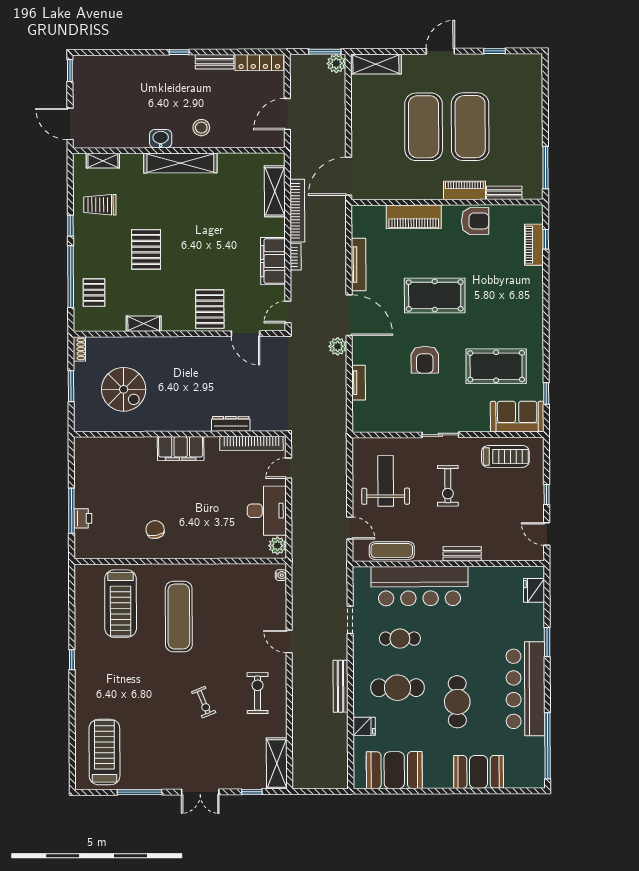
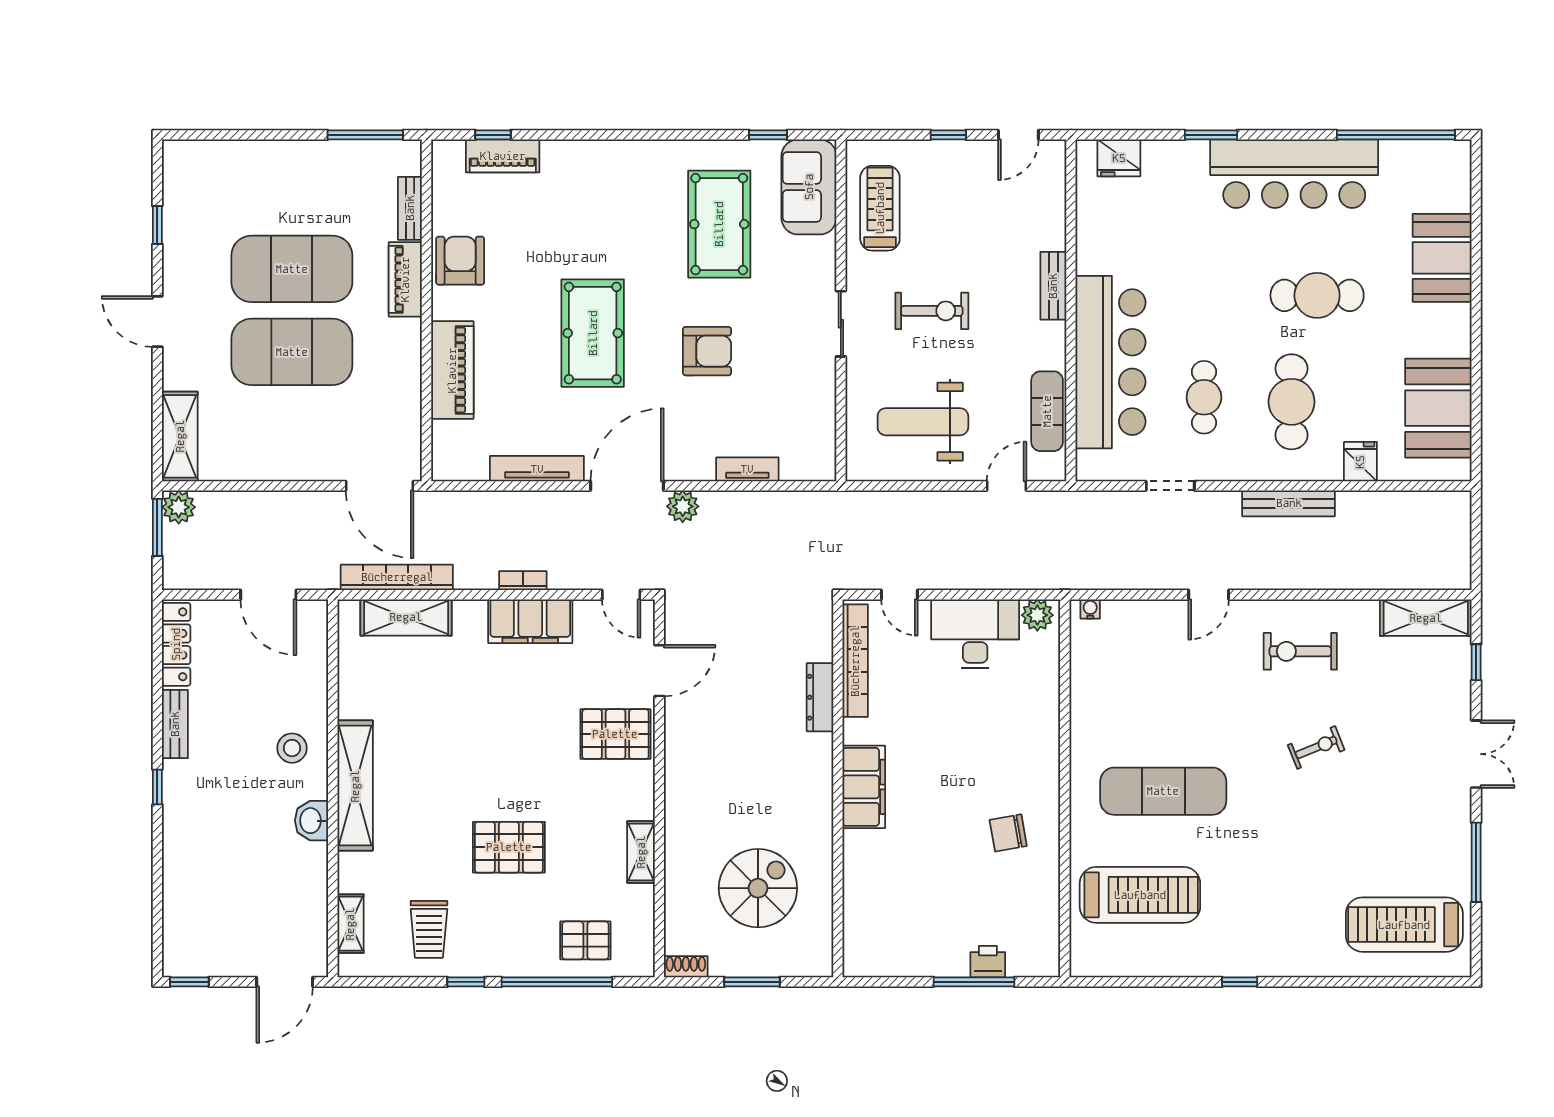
bookcase: (297, 211) -> (397, 577), moved

